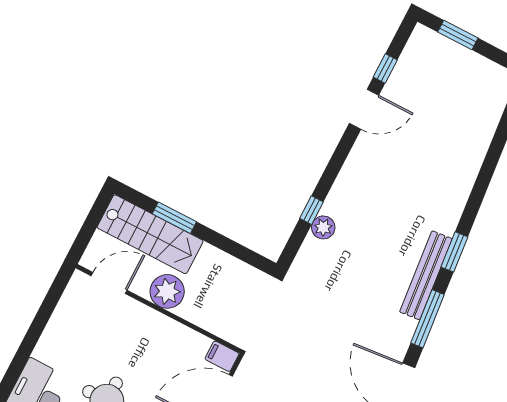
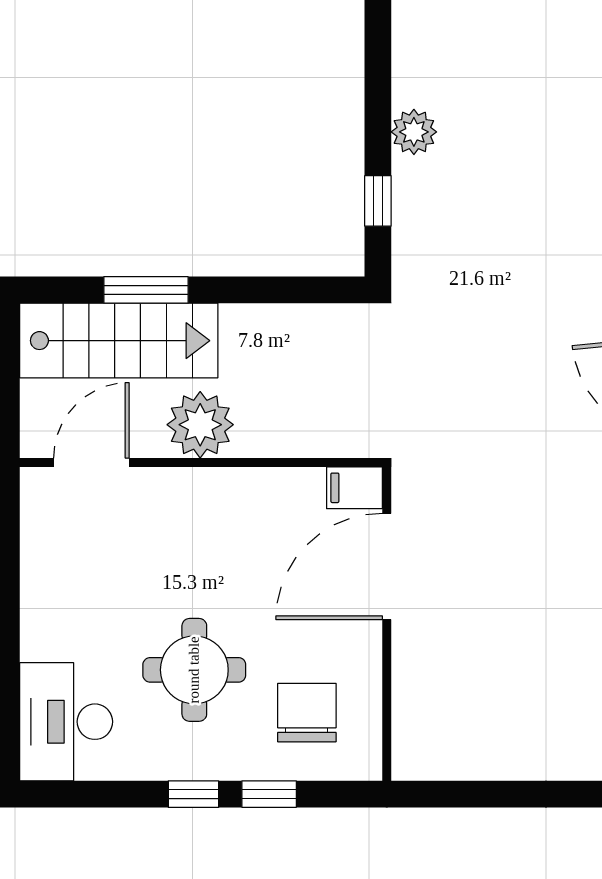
window: (312, 210) -> (378, 201), moved
plant: (323, 227) -> (414, 132), moved

